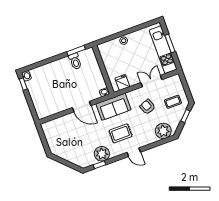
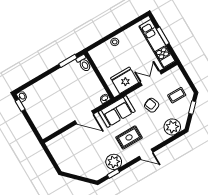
toilet: (75, 61) -> (84, 63), moved
fridge: (122, 82) -> (125, 80), width x1.88, depth x1.34

